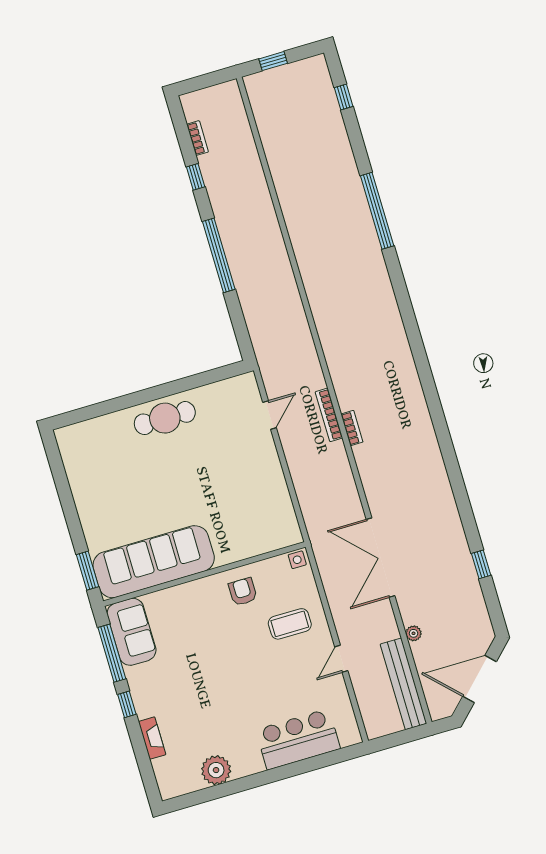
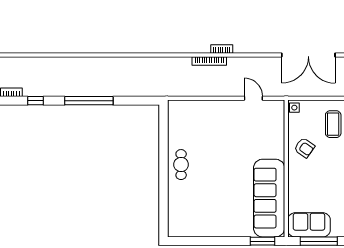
door: (270, 415) -> (253, 98), moved
cafe table: (165, 418) -> (181, 165), width x0.73, depth x0.74
armchair: (243, 592) -> (304, 148), turned -145

